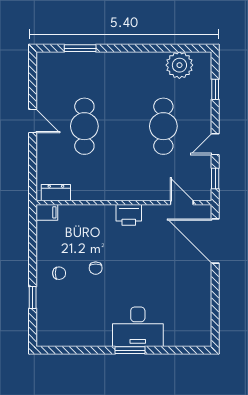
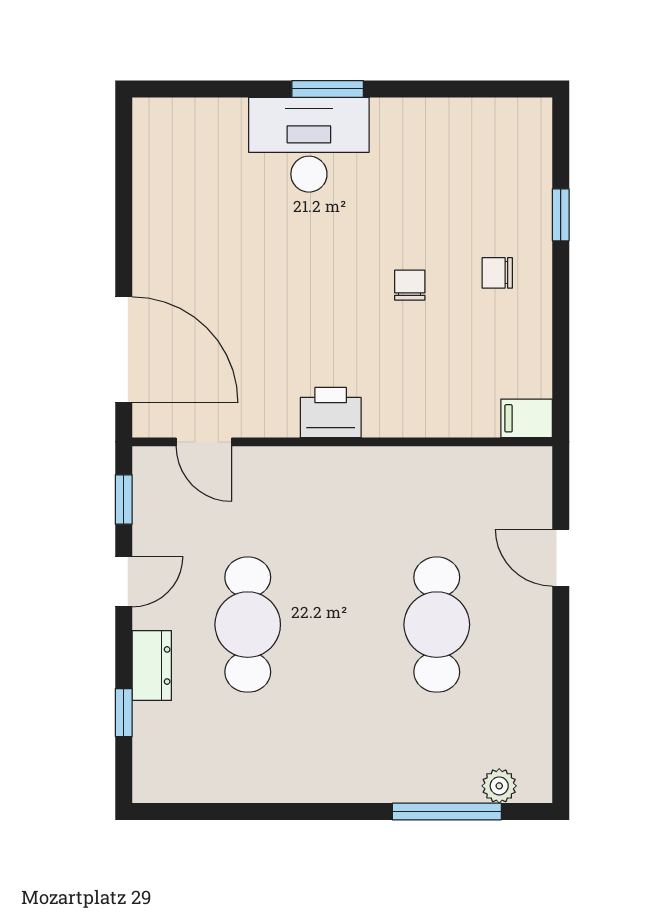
window: (80, 48) -> (447, 812), width x1.44
plant: (179, 65) -> (499, 786), moved, width x0.53, depth x0.53
door: (33, 121) -> (561, 558), moved
dresser: (56, 193) -> (152, 666), moved, turned -90

